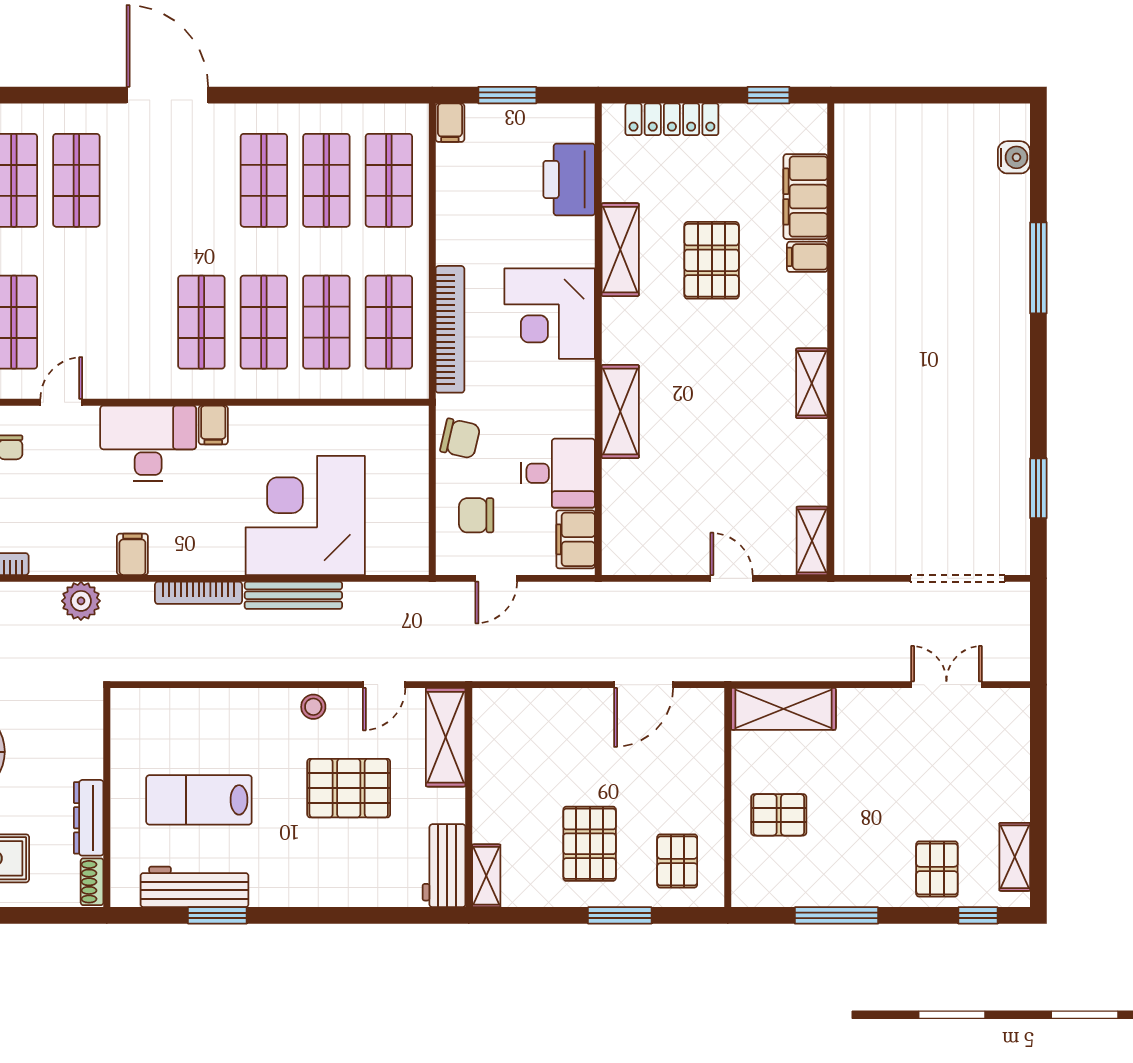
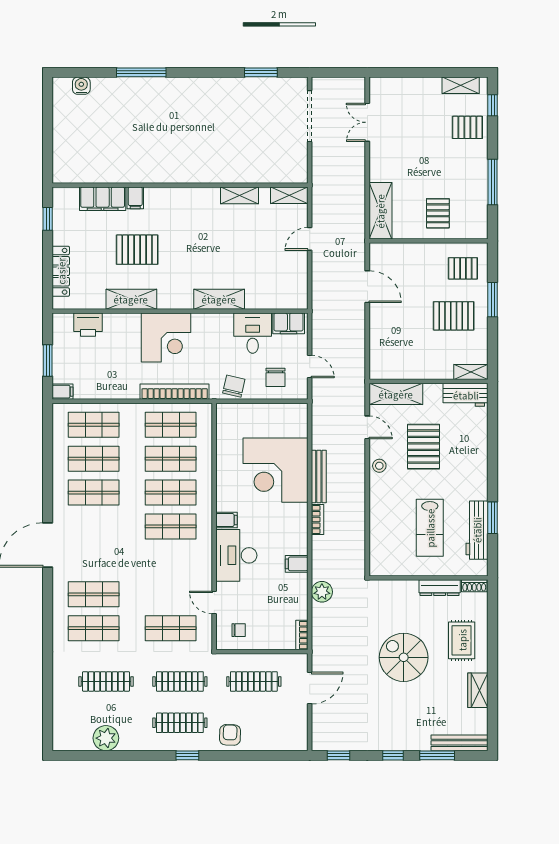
printer: (569, 179) -> (88, 325), width x0.73, depth x0.84
shelving: (812, 383) -> (239, 195), moved
bookcase: (199, 593) -> (317, 520), width x0.64

